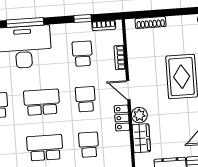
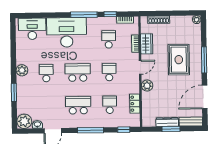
window: (25, 23) -> (84, 15), moved
door: (128, 90) -> (140, 67), swing flipped
locker: (122, 118) -> (135, 104), moved
wardrobe: (141, 138) -> (147, 44), moved

